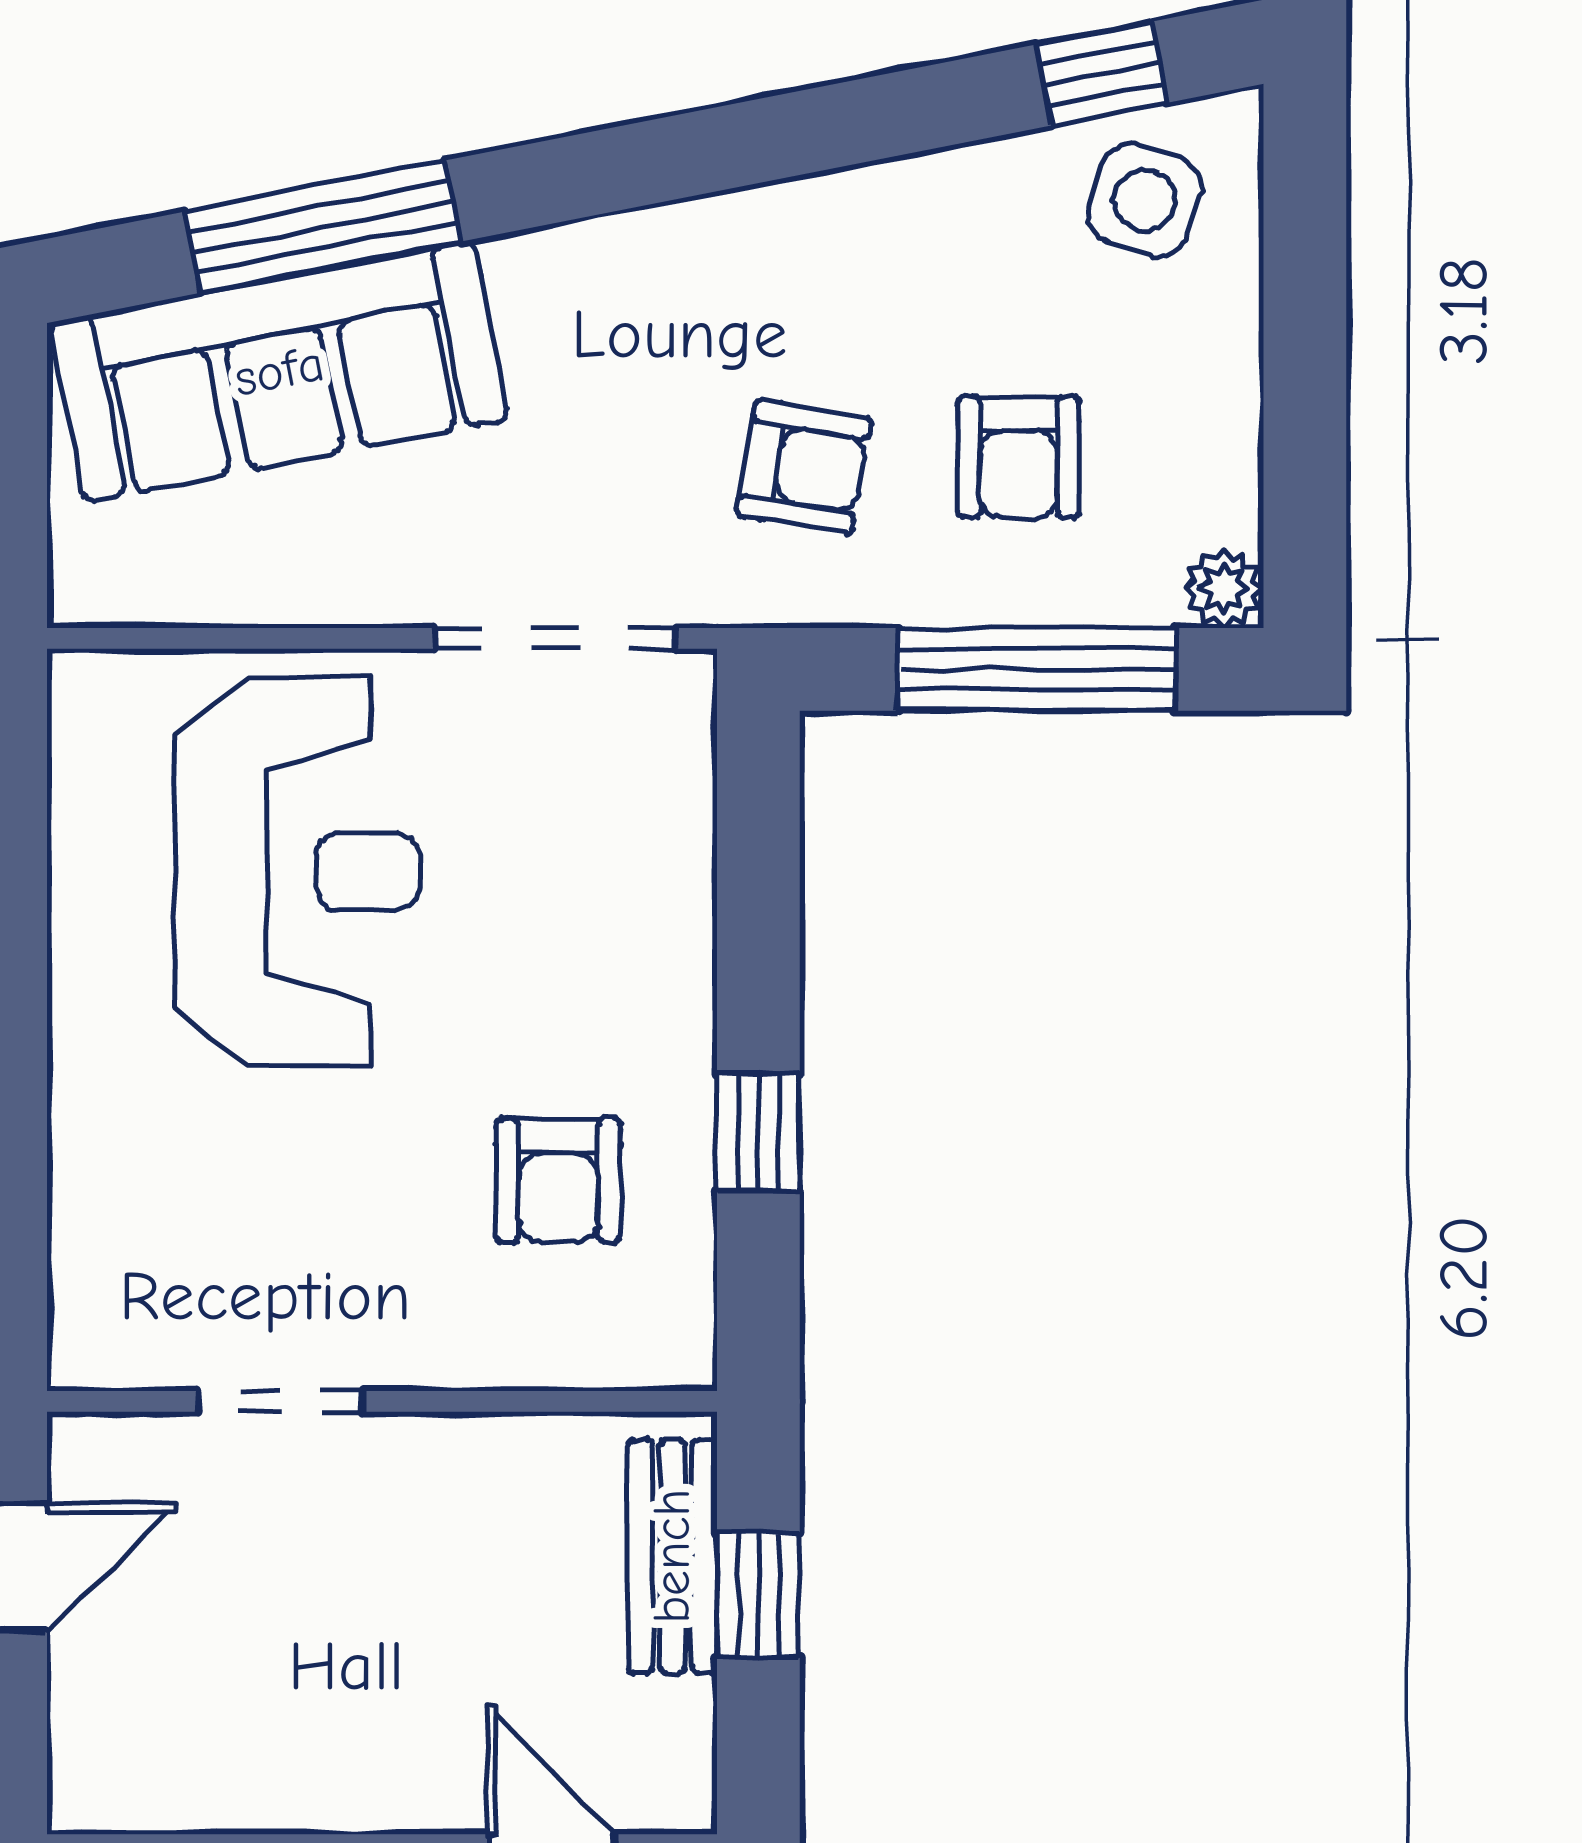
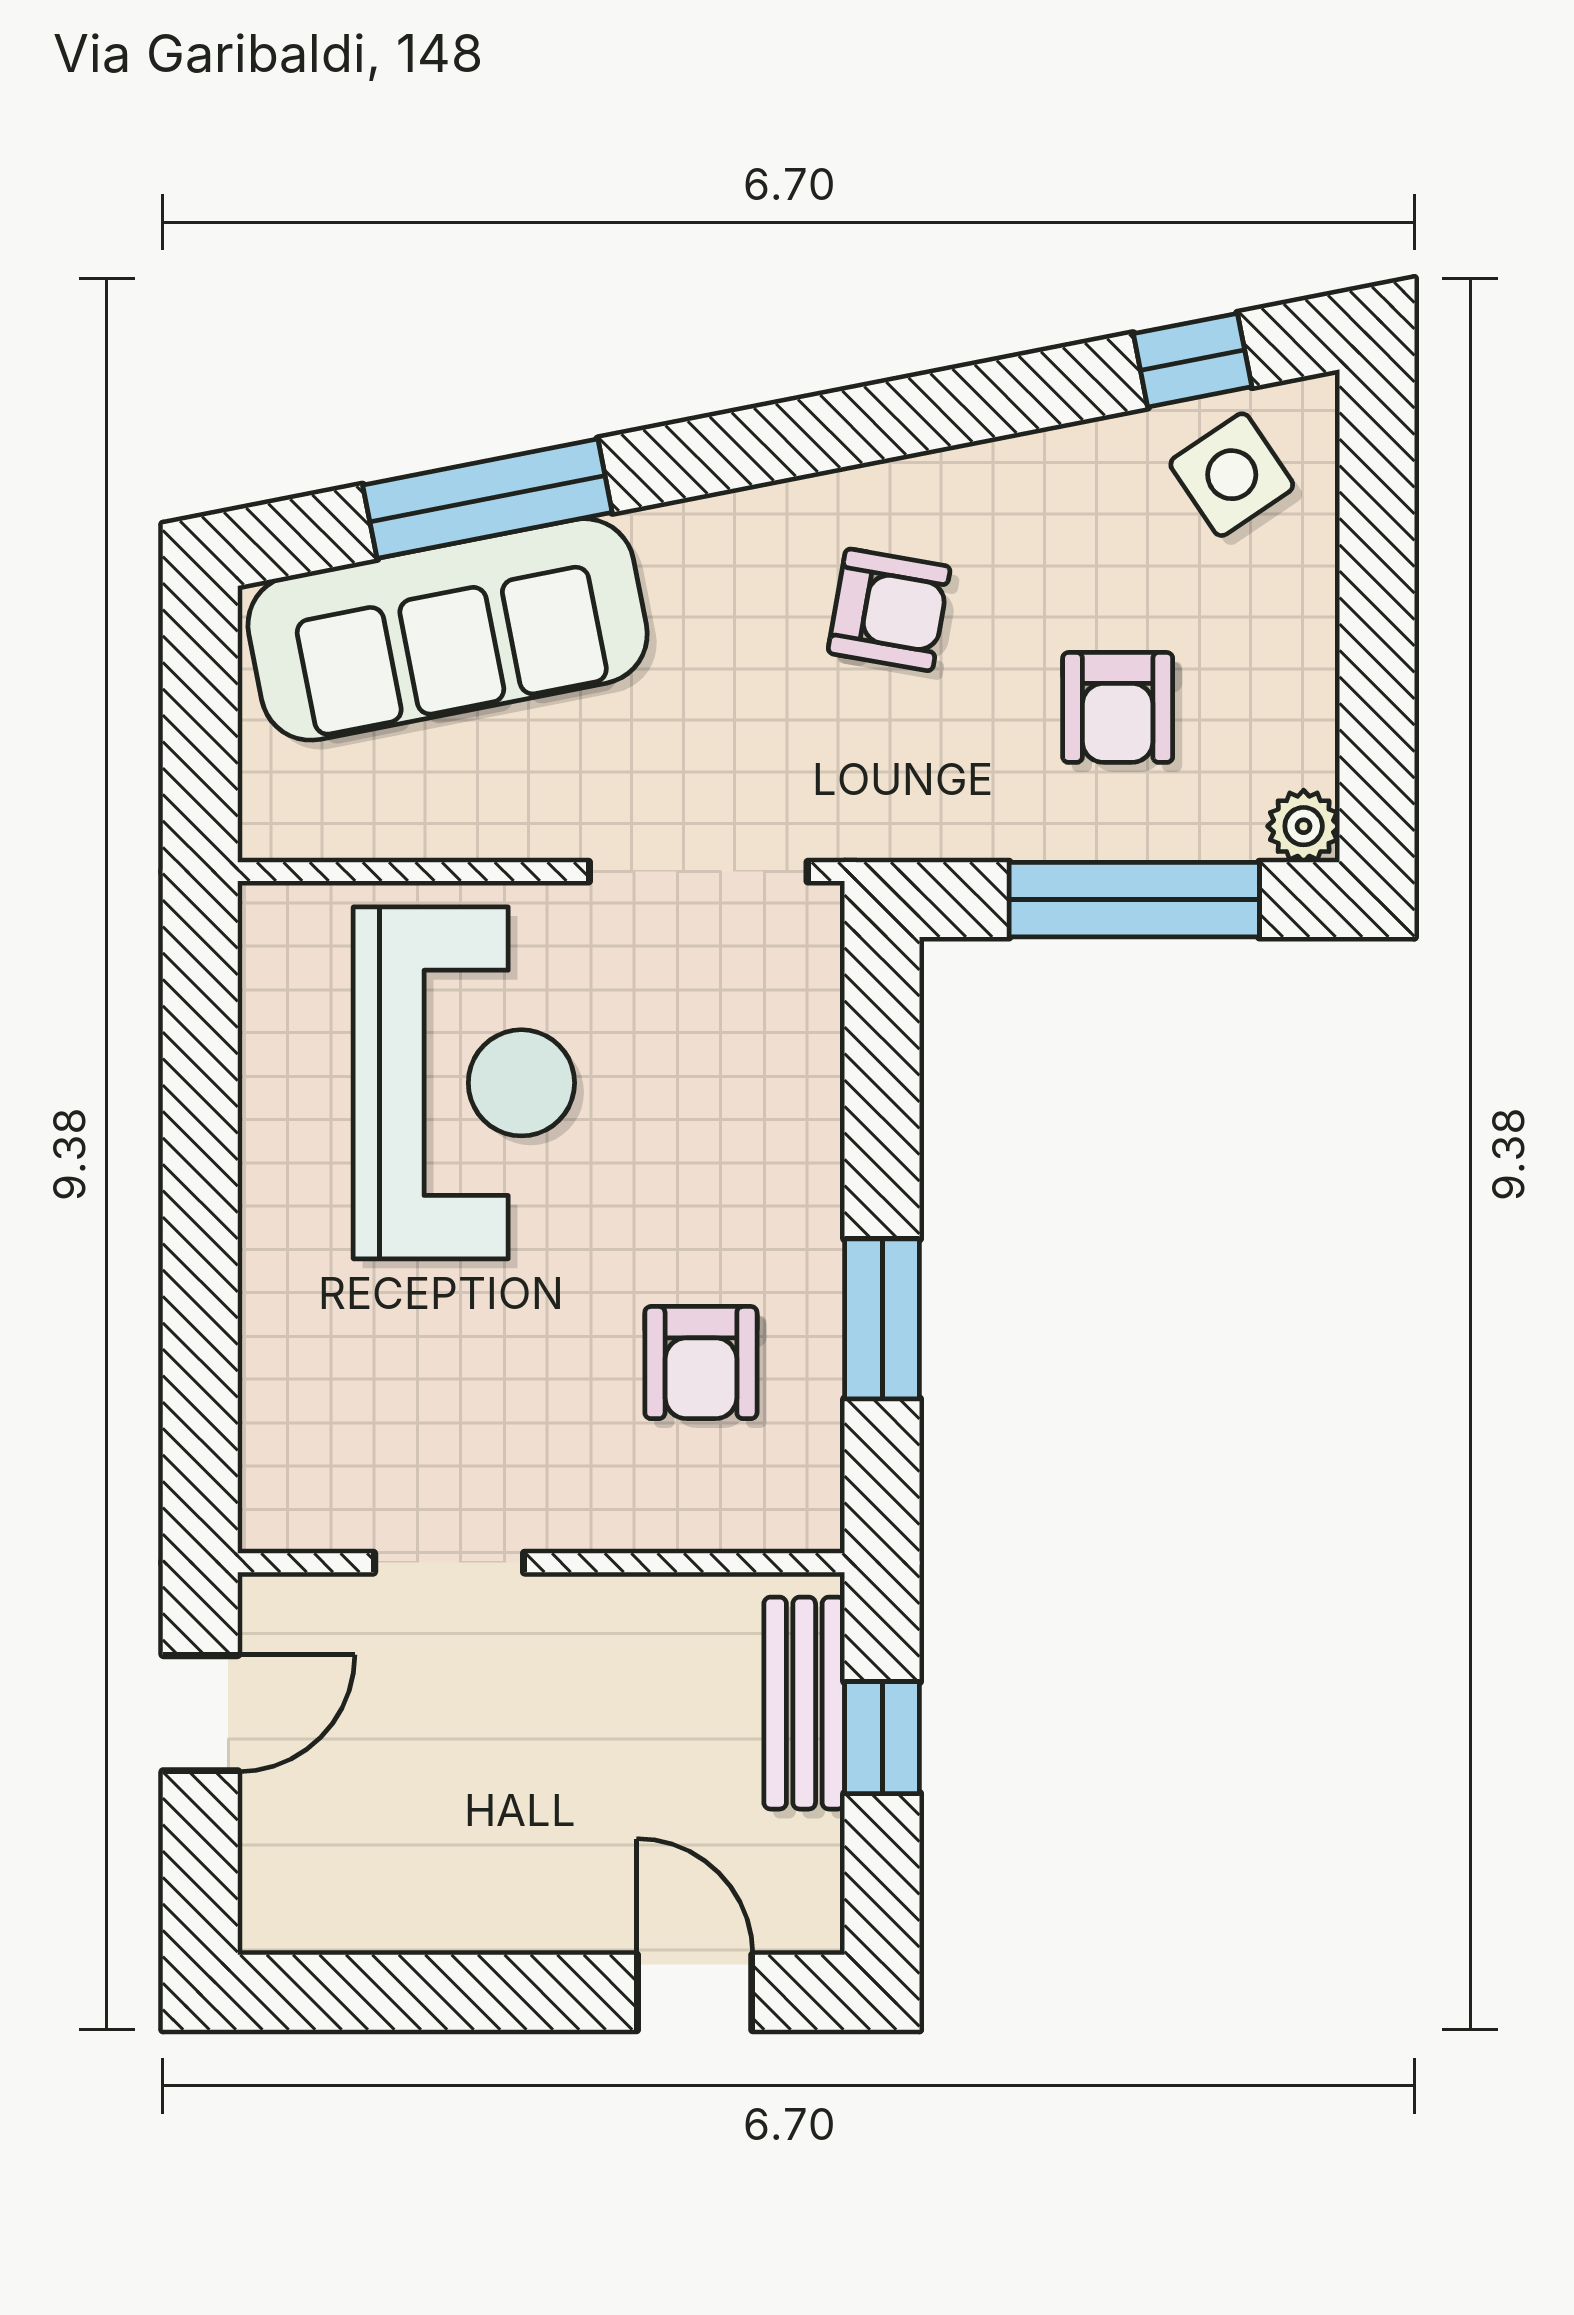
side table: (1144, 200) -> (1232, 475), turned 38
armchair: (804, 467) -> (889, 610), moved
window: (758, 1132) -> (882, 1319), width x1.50

